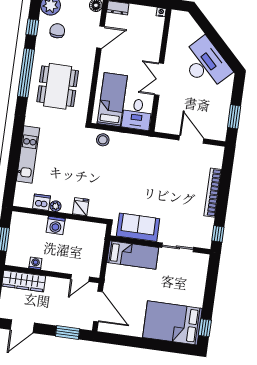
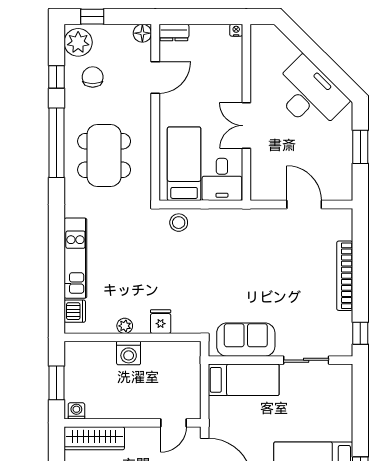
window: (234, 117) -> (360, 147), moved
dishwasher: (42, 202) -> (75, 311), moved, turned 90
washing machine: (35, 263) -> (76, 411), moved

